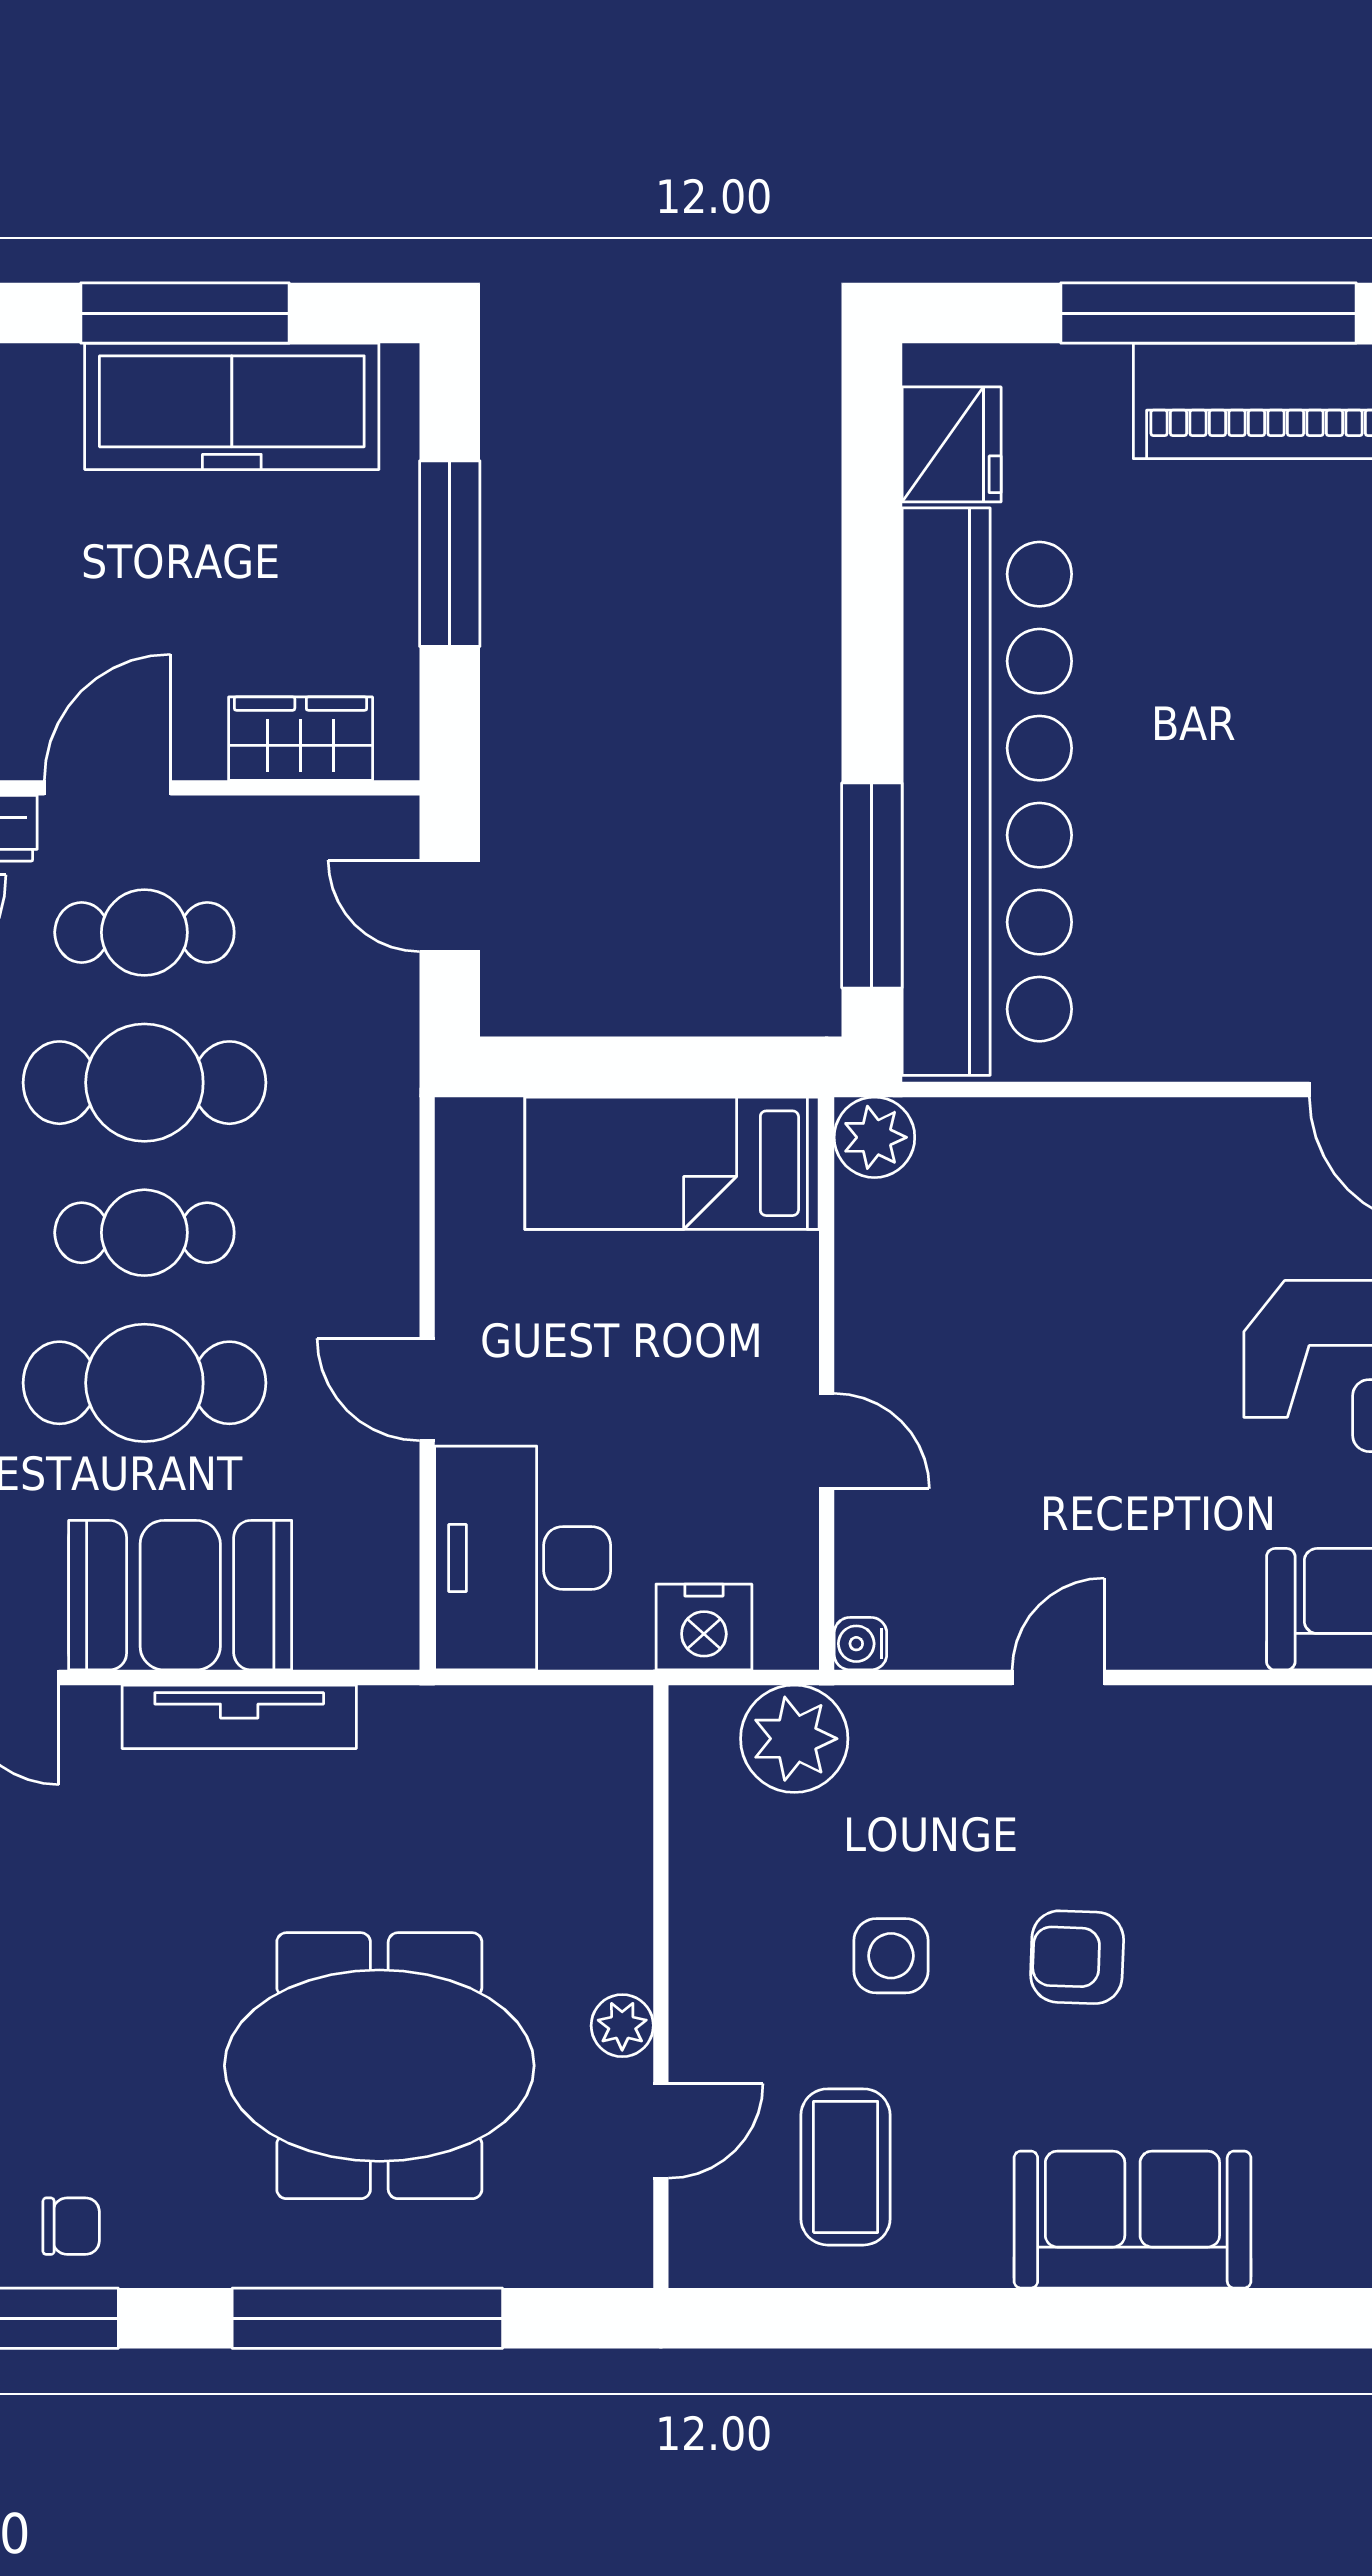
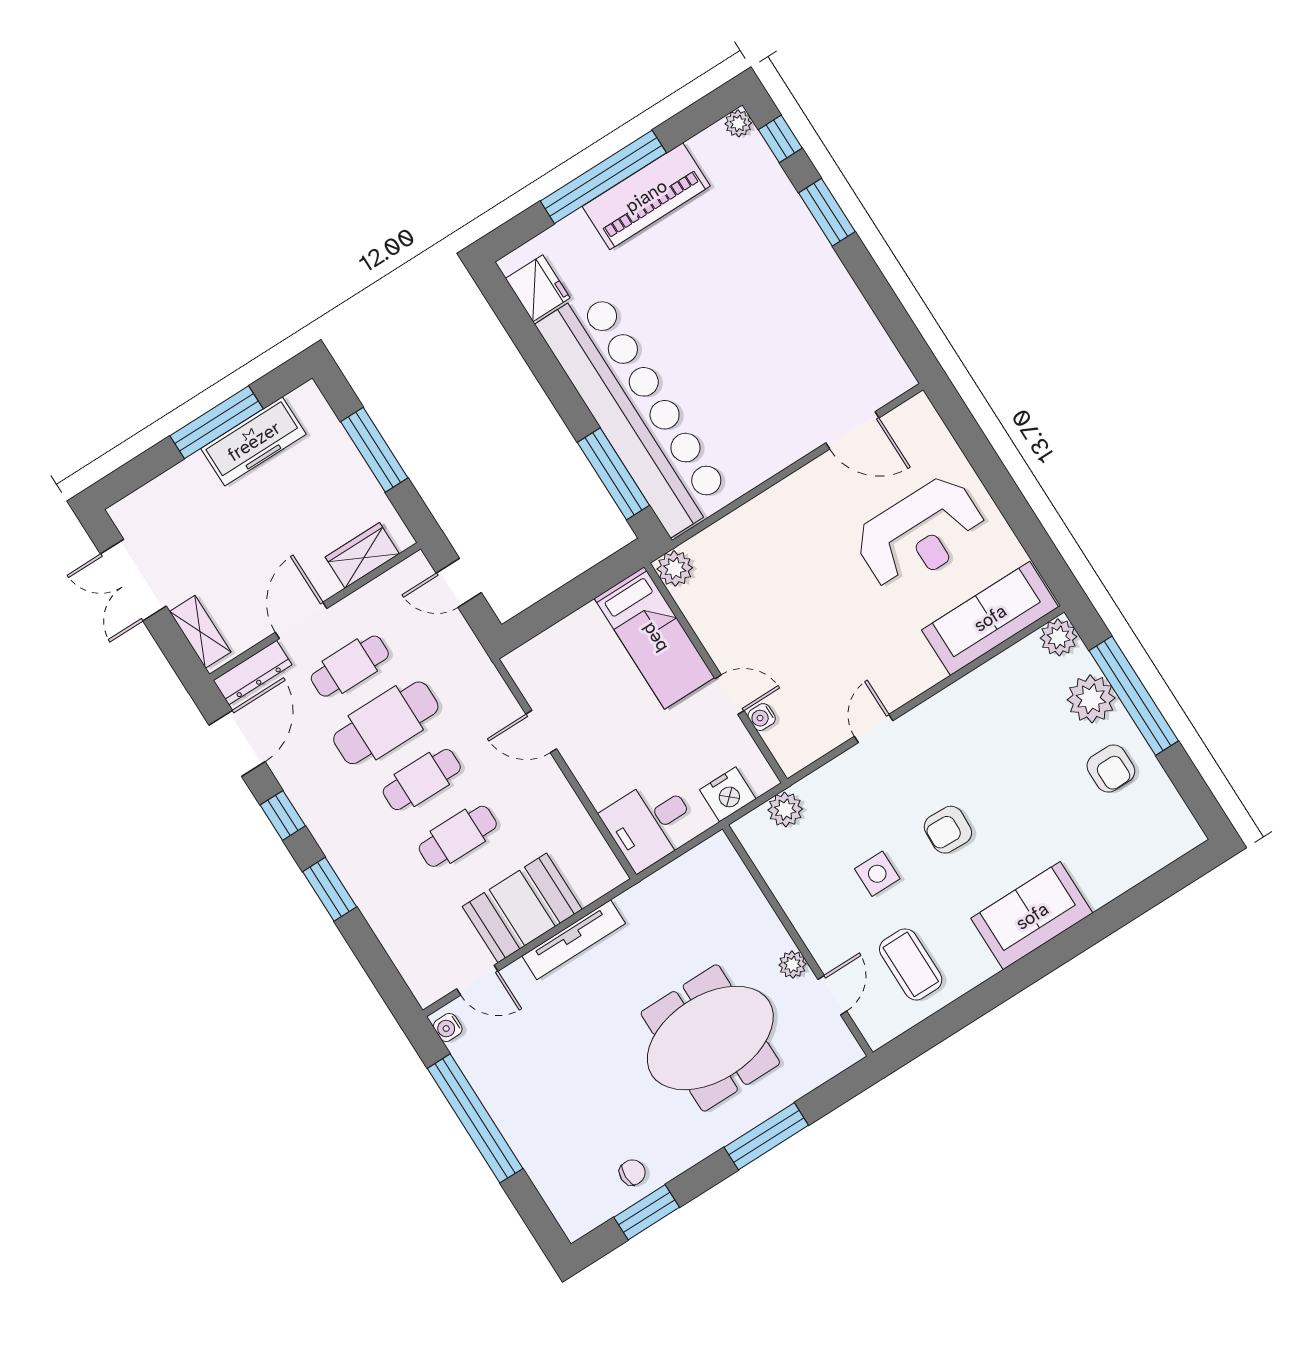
freezer: (232, 406) -> (254, 441), width x0.73, depth x0.79
bed: (672, 1163) -> (654, 638), moved, turned -90
cafe table: (144, 1383) -> (458, 836), width x0.73, depth x0.74
door: (427, 1389) -> (541, 732), moved
desk: (523, 1558) -> (650, 823), width x0.73
water cooler: (860, 1644) -> (762, 717), moved
plant: (794, 1739) -> (785, 810), width x0.73, depth x0.73
window: (367, 2318) -> (766, 1136), width x0.68

